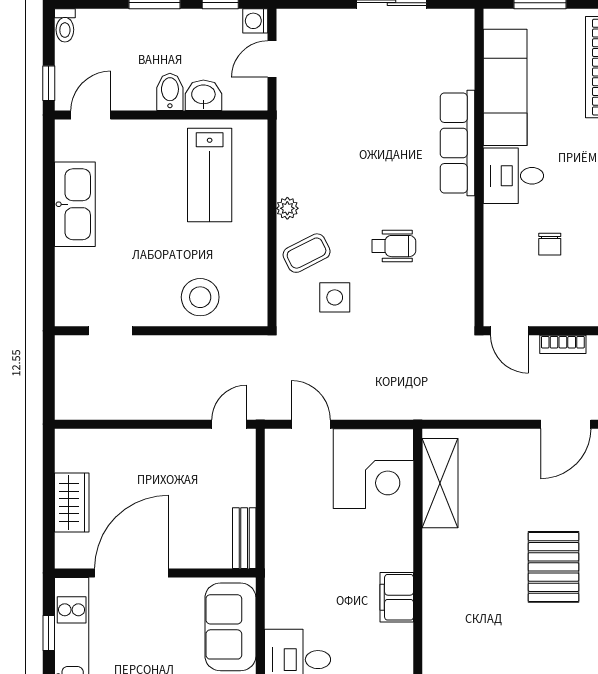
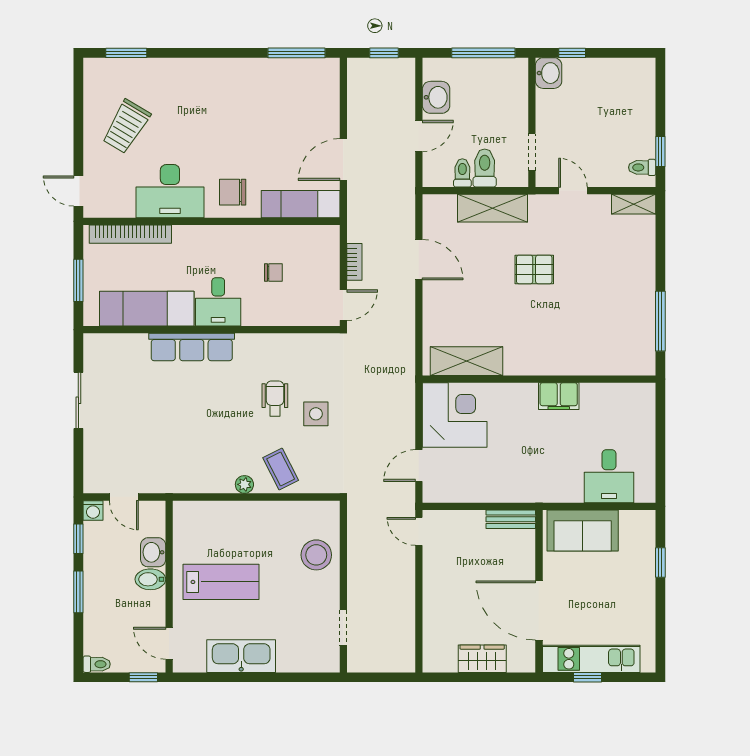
lab bench: (210, 175) -> (221, 582), moved
side table: (335, 297) -> (316, 414), moved
pallet: (554, 567) -> (534, 269), width x0.67, depth x0.71

